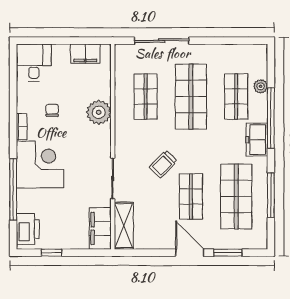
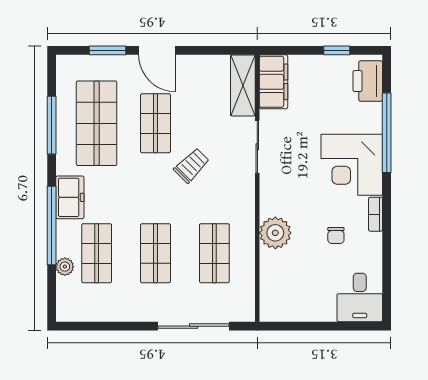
filing cabinet: (85, 54) -> (293, 309), removed
shop shelf: (191, 97) -> (155, 253), width x0.70, depth x0.74

